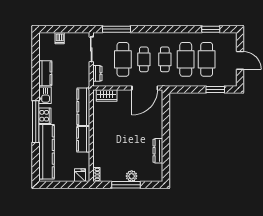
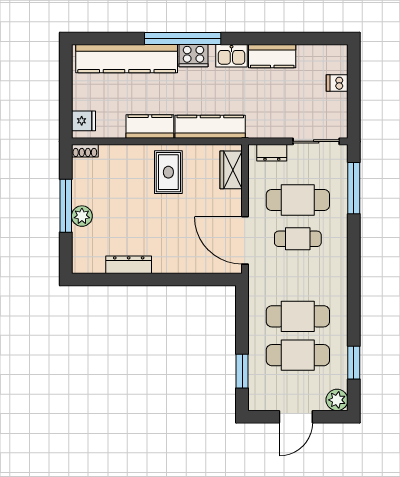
plant: (231, 38) -> (337, 400), added
cafe table: (165, 59) -> (298, 278), removed
rug: (108, 129) -> (168, 172), added

